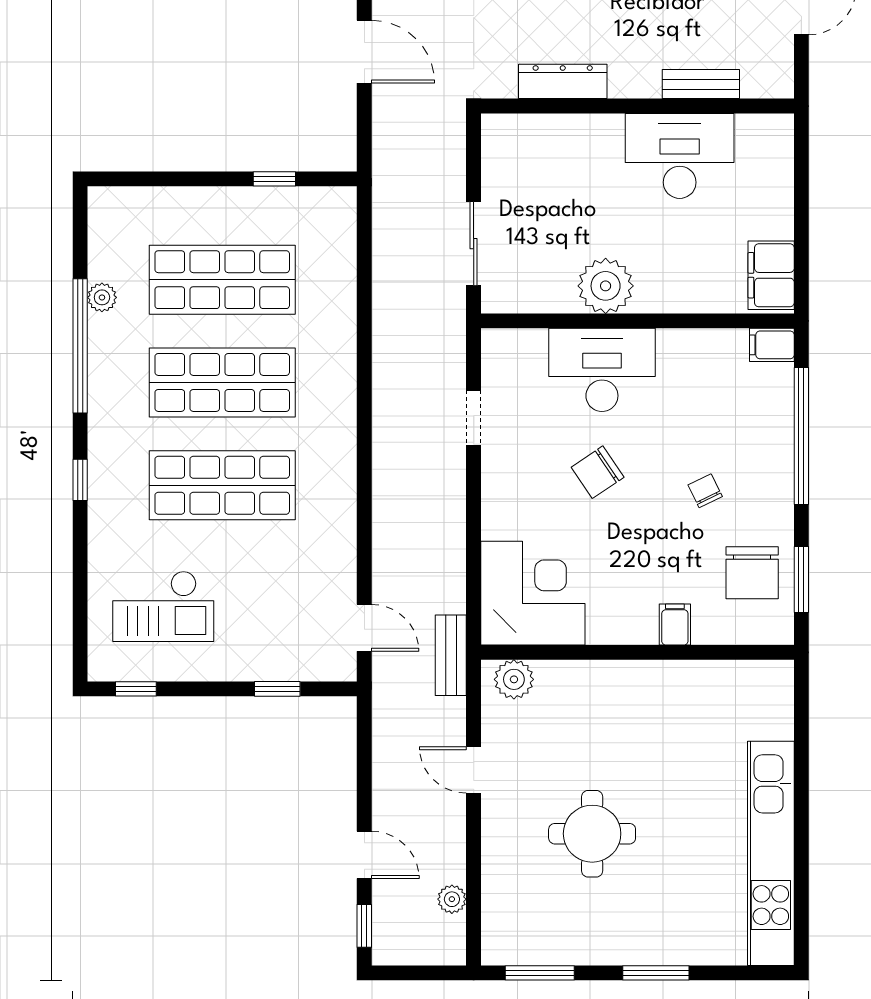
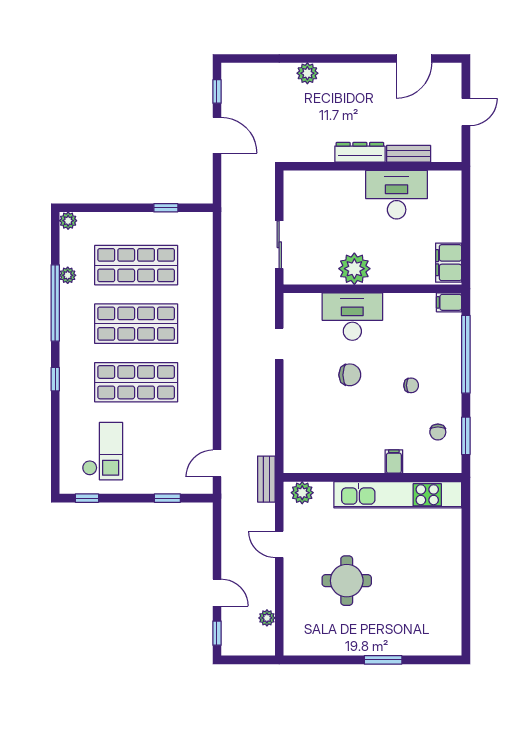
dresser: (563, 81) -> (360, 152), moved
plant: (103, 202) -> (68, 221), added
chair: (598, 472) -> (350, 375), turned -146
chair: (705, 491) -> (411, 385), turned 116
chair: (752, 573) -> (438, 432), width x0.54, depth x0.54
corner desk: (533, 593) -> (313, 444), removed
checkout: (163, 606) -> (103, 451), turned -90
door: (364, 628) -> (217, 463), swing flipped
kitchen unit: (771, 853) -> (398, 495), moved, turned -90
window: (540, 973) -> (317, 660), removed

